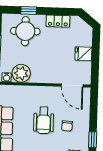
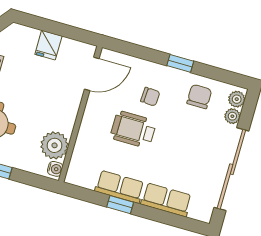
wheelchair: (44, 120) -> (133, 130), turned 180

